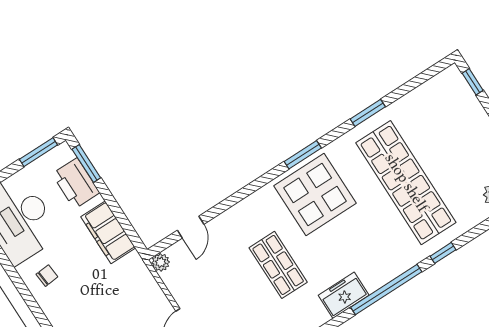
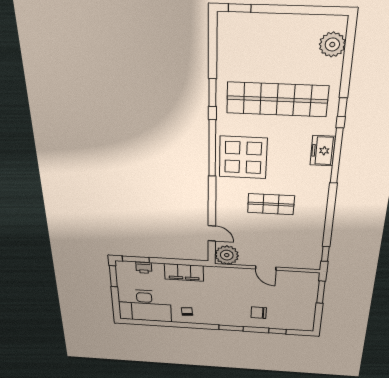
window: (303, 155) -> (212, 148), width x2.11
printer: (76, 183) -> (144, 268), width x0.53, depth x0.68
plant: (161, 262) -> (227, 255), width x1.88, depth x1.88
freezer: (344, 295) -> (323, 151), moved

